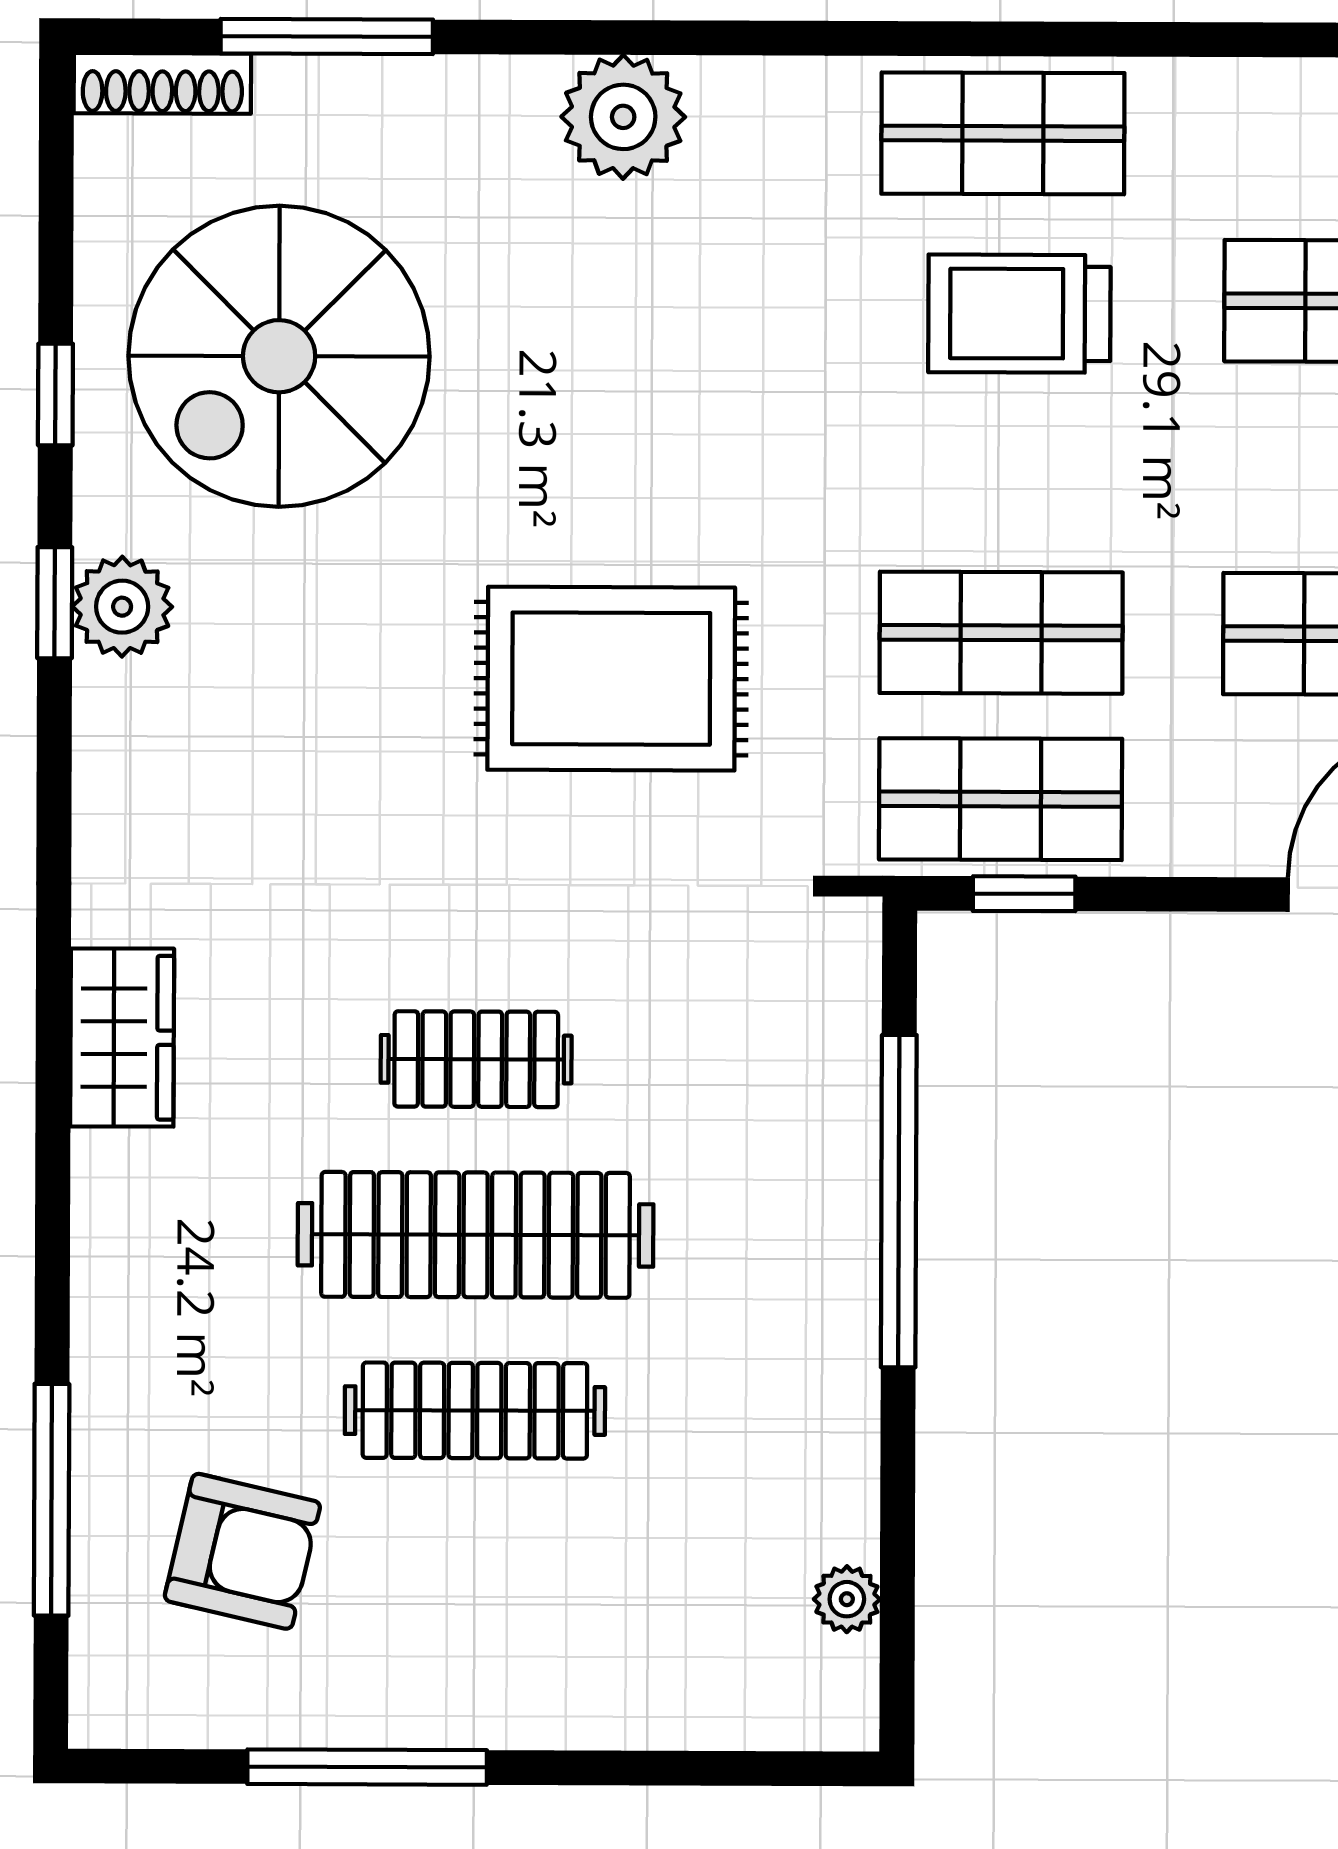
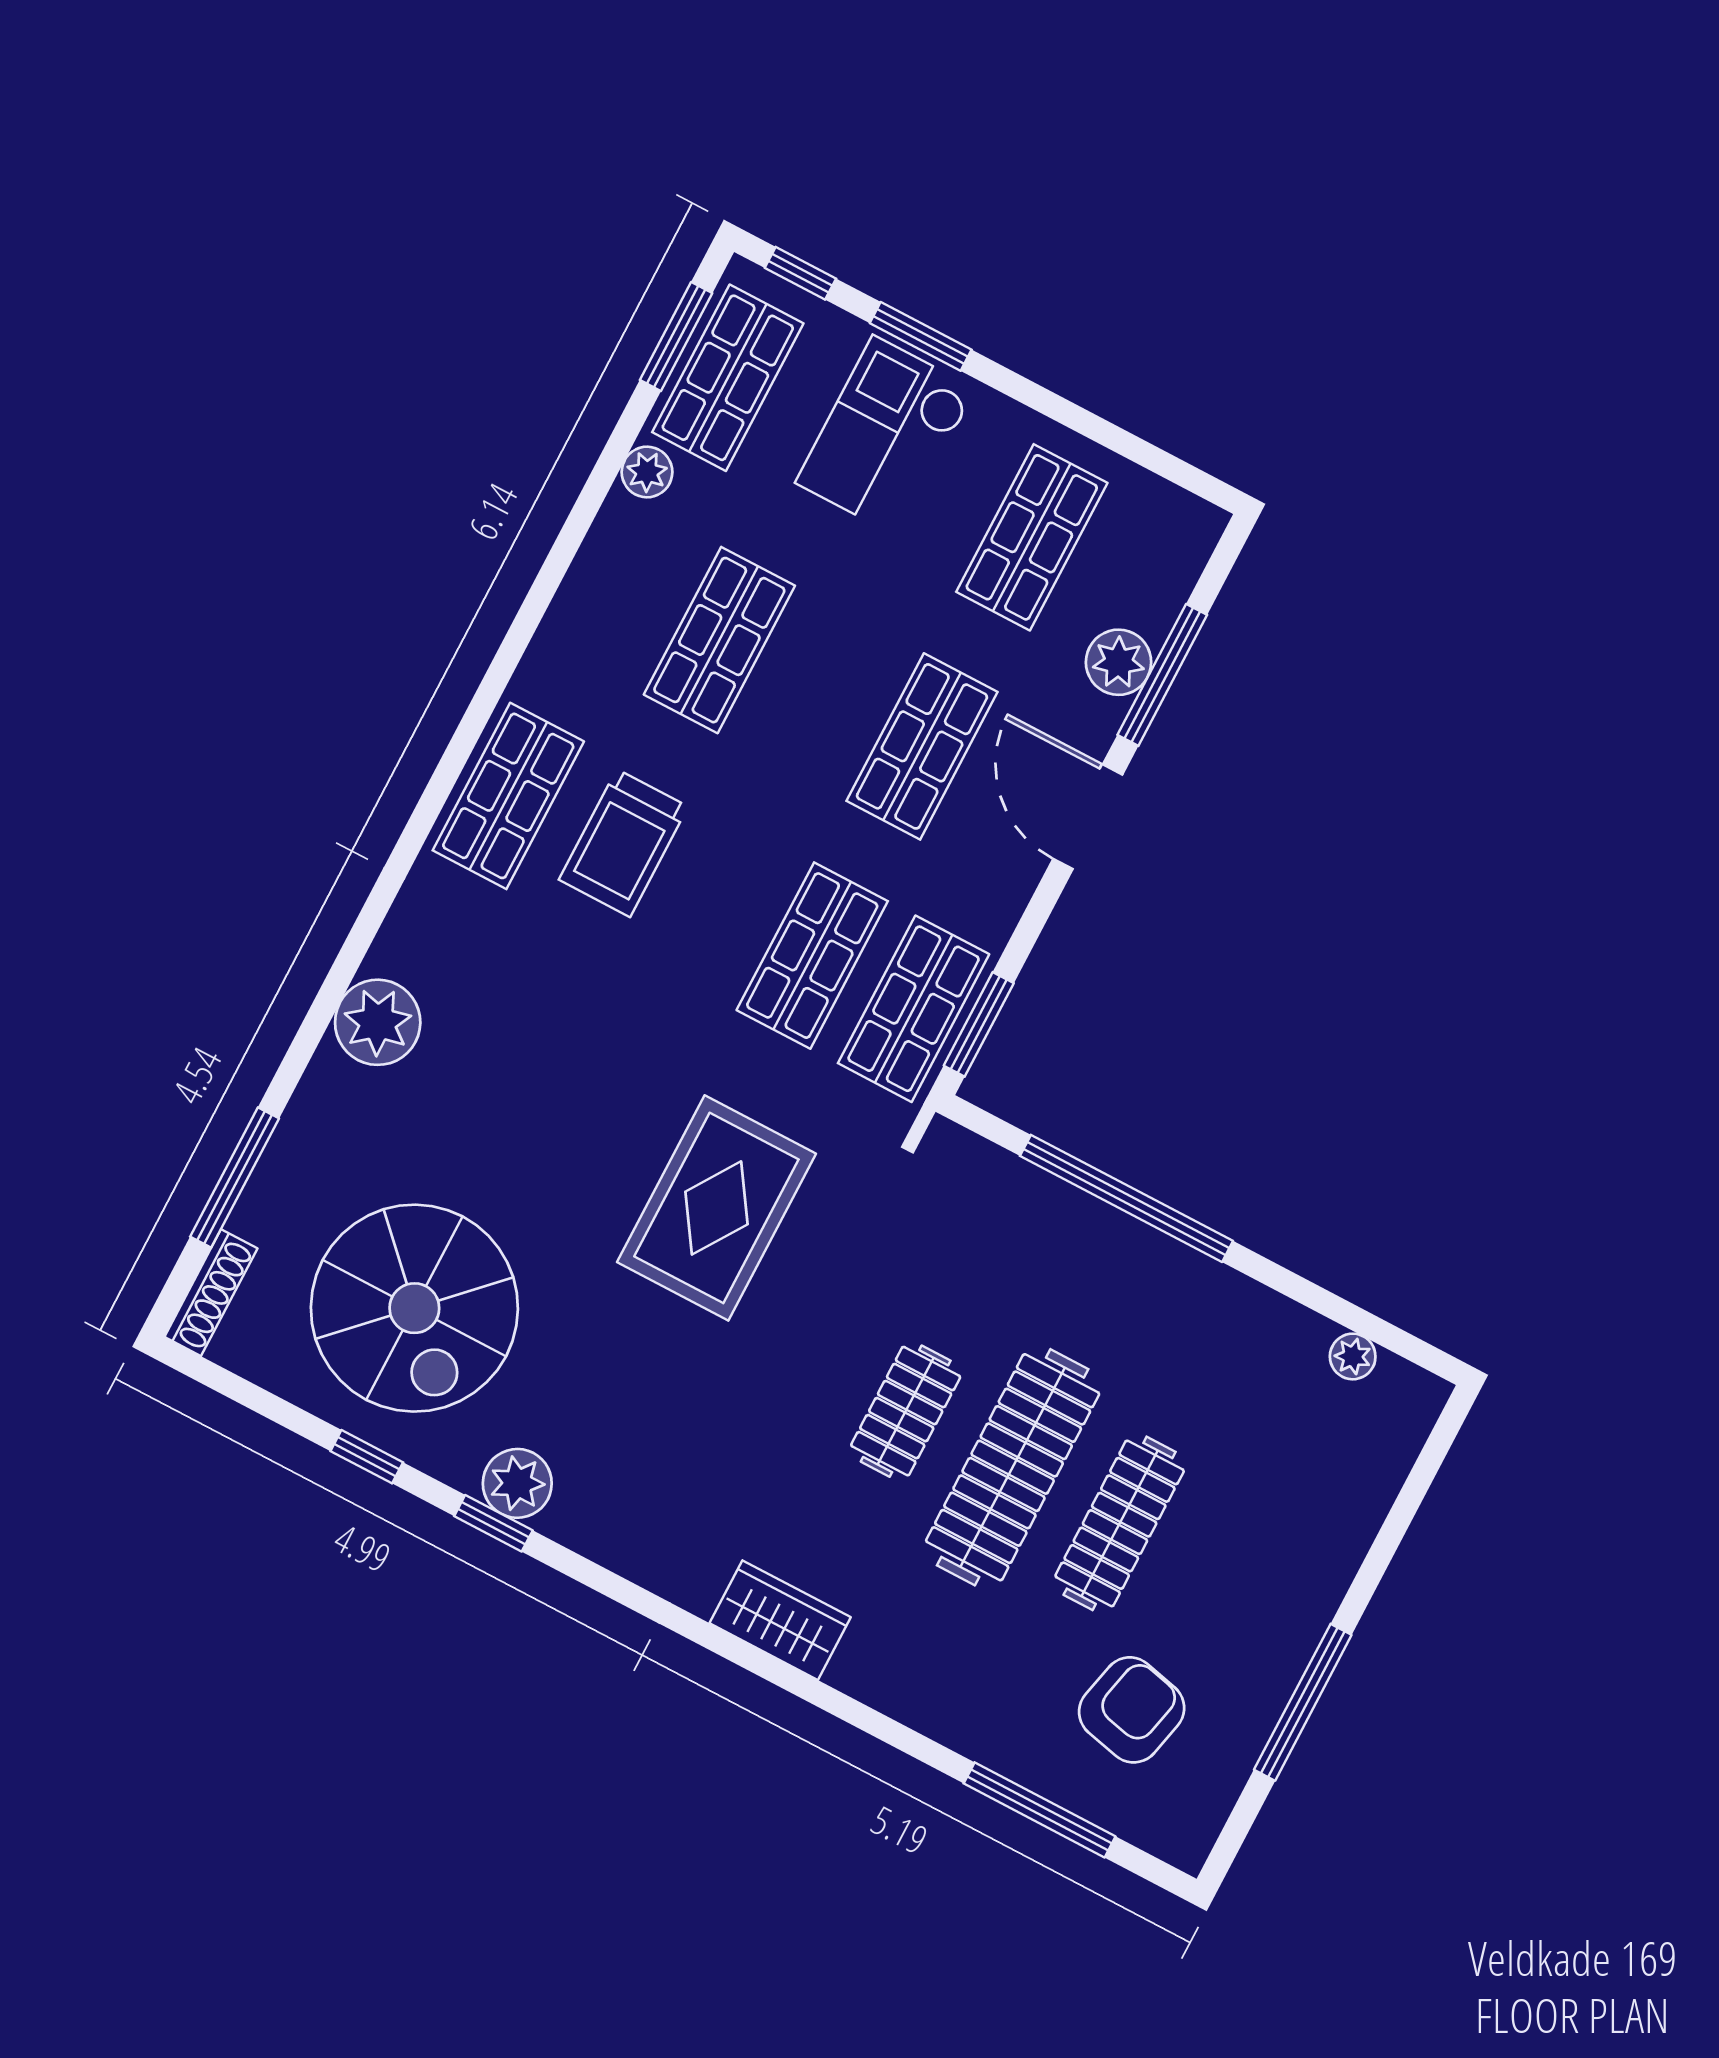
window: (1024, 894) -> (979, 1024), width x1.50

